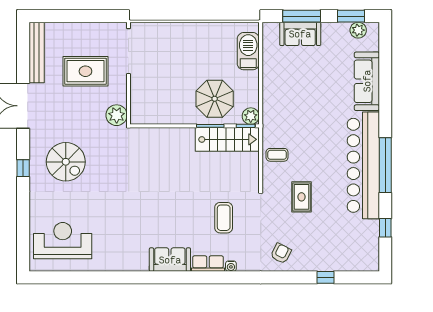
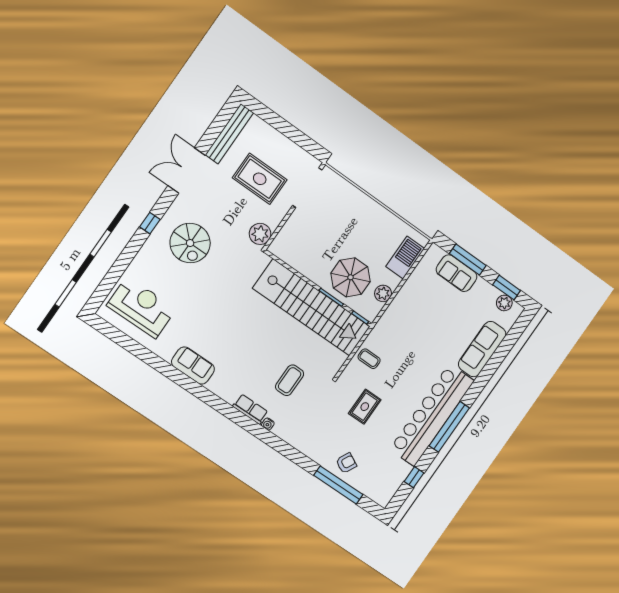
plant: (251, 116) -> (383, 293), moved
stairs: (227, 139) -> (312, 307), width x1.86, depth x1.51
armchair: (281, 253) -> (346, 463), moved
sofa: (170, 260) -> (193, 366), moved
window: (325, 277) -> (338, 485), width x3.17

